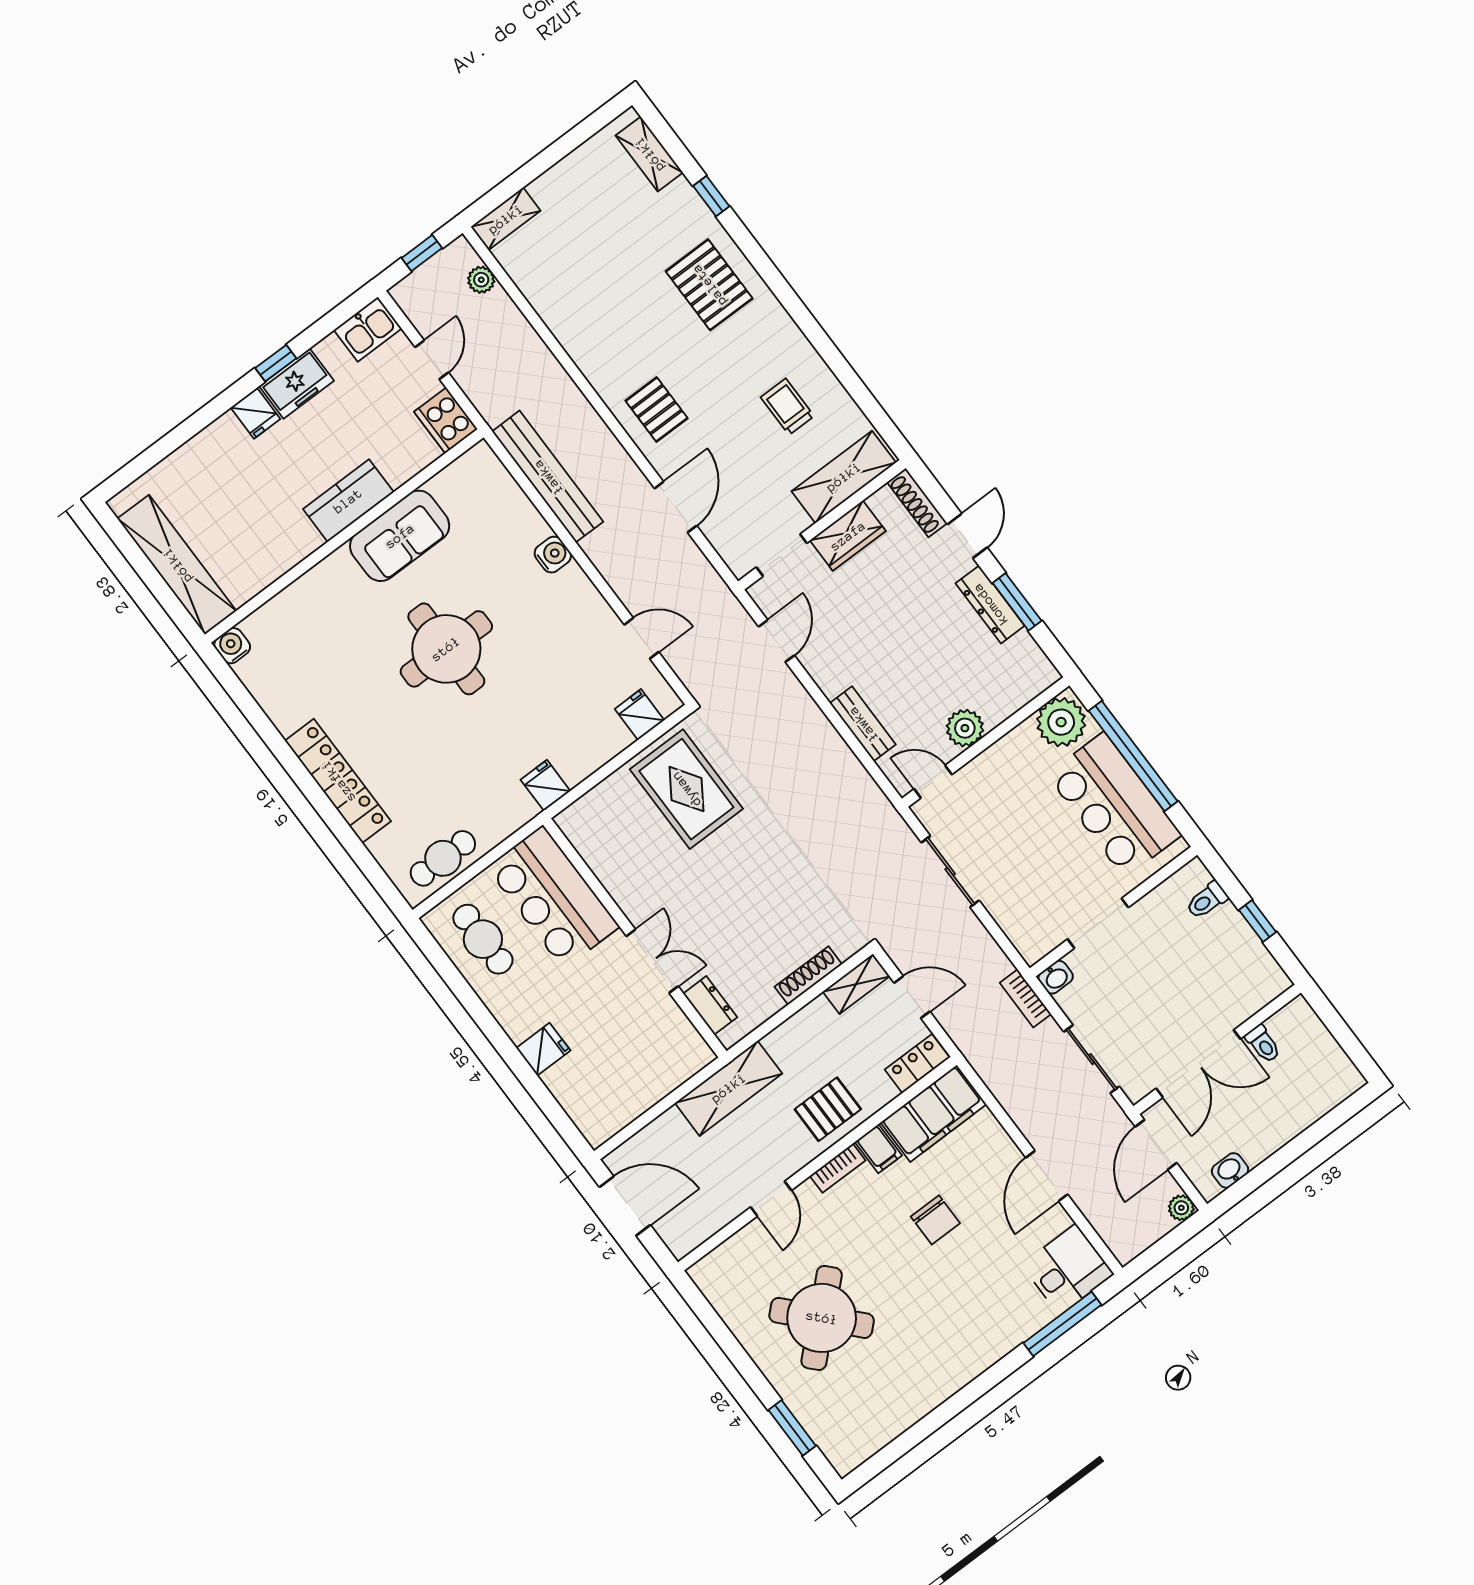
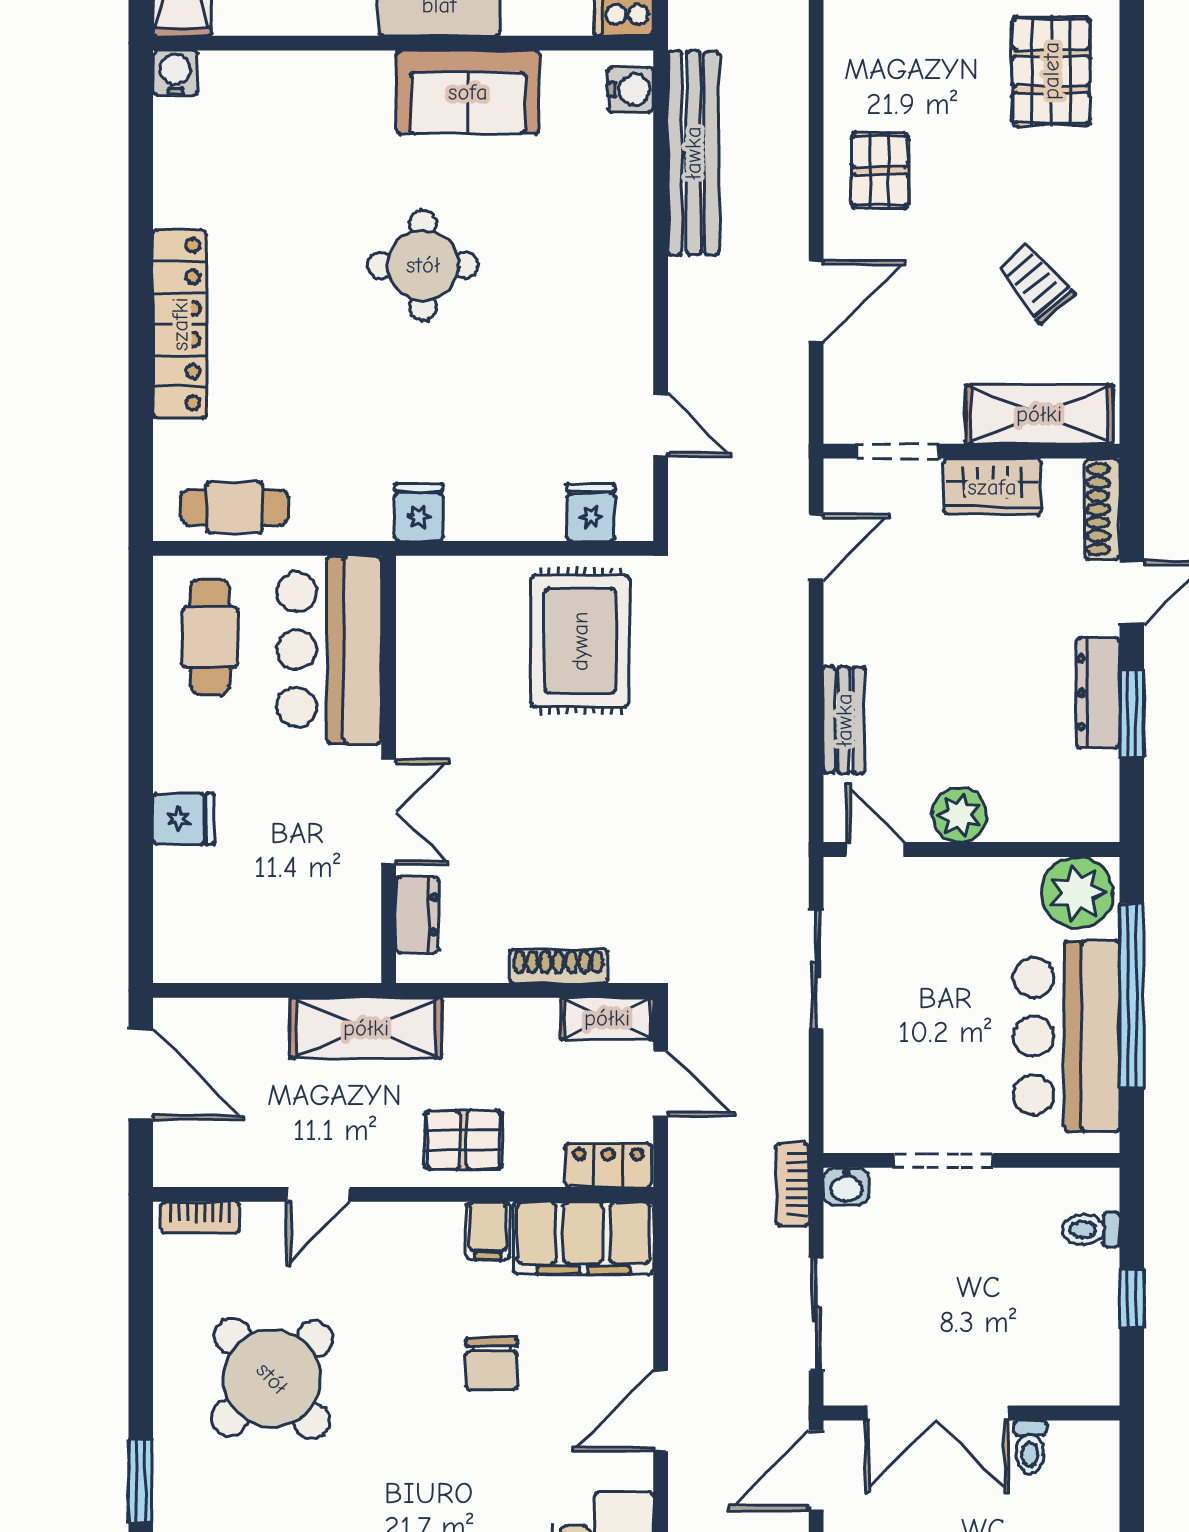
trolley: (787, 407) -> (1035, 283), turned -40
water cooler: (553, 555) -> (631, 90), moved
round table: (446, 649) -> (423, 265), width x0.73, depth x0.73
bookcase: (838, 1168) -> (200, 1217), moved

